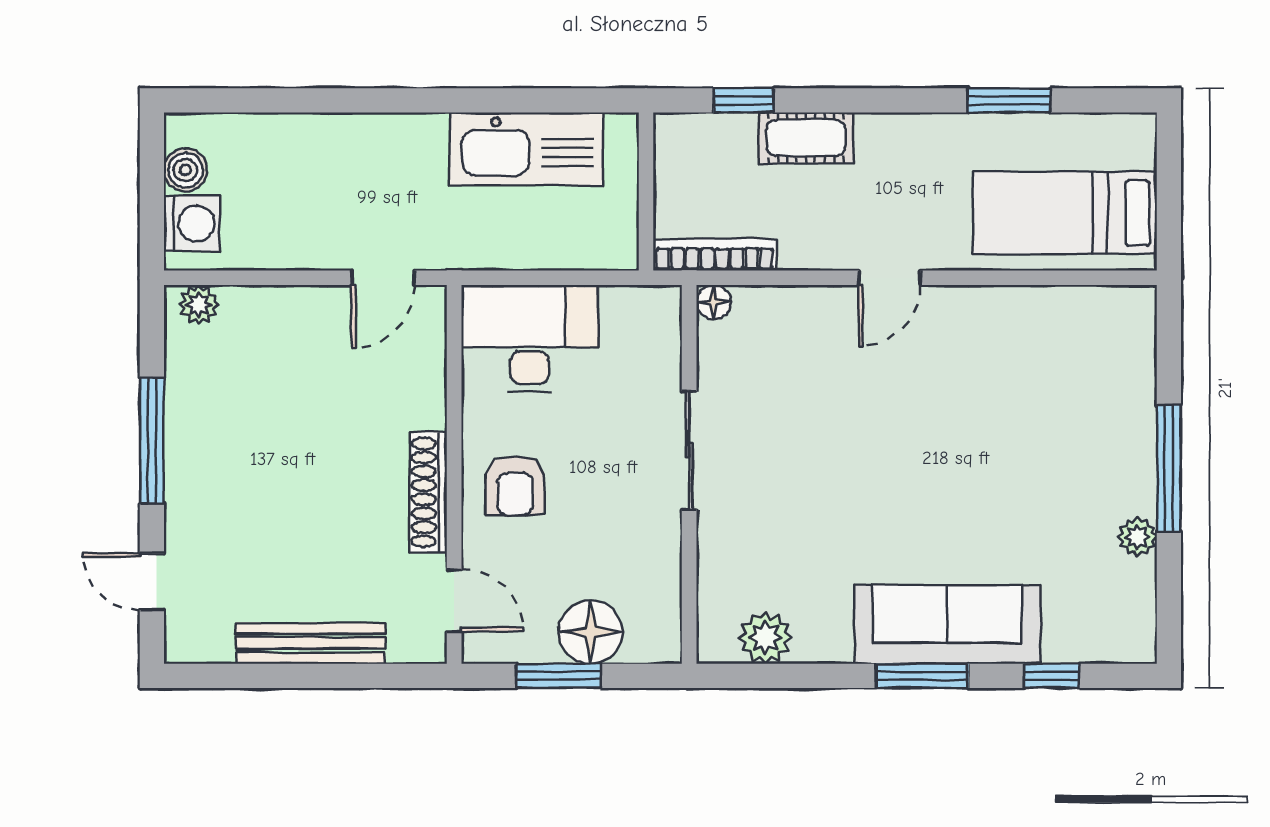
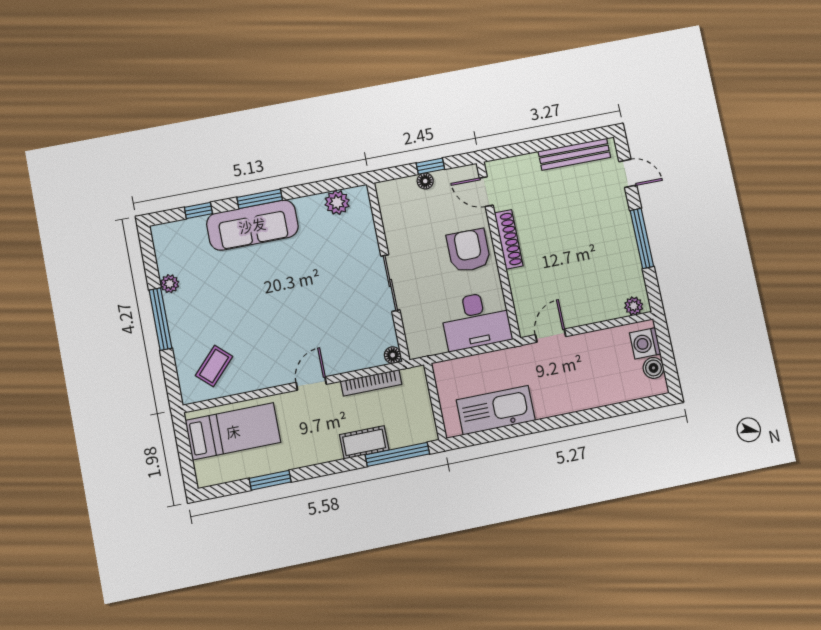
window: (744, 100) -> (397, 454), width x2.17
bookcase: (715, 255) -> (371, 383), moved
coffee table: (1079, 352) -> (214, 366), added
armchair: (515, 486) -> (469, 251), width x1.38, depth x1.38
floor lamp: (591, 632) -> (425, 181), width x0.53, depth x0.53
bench: (311, 643) -> (574, 154), moved
window: (559, 676) -> (430, 166), width x0.67

